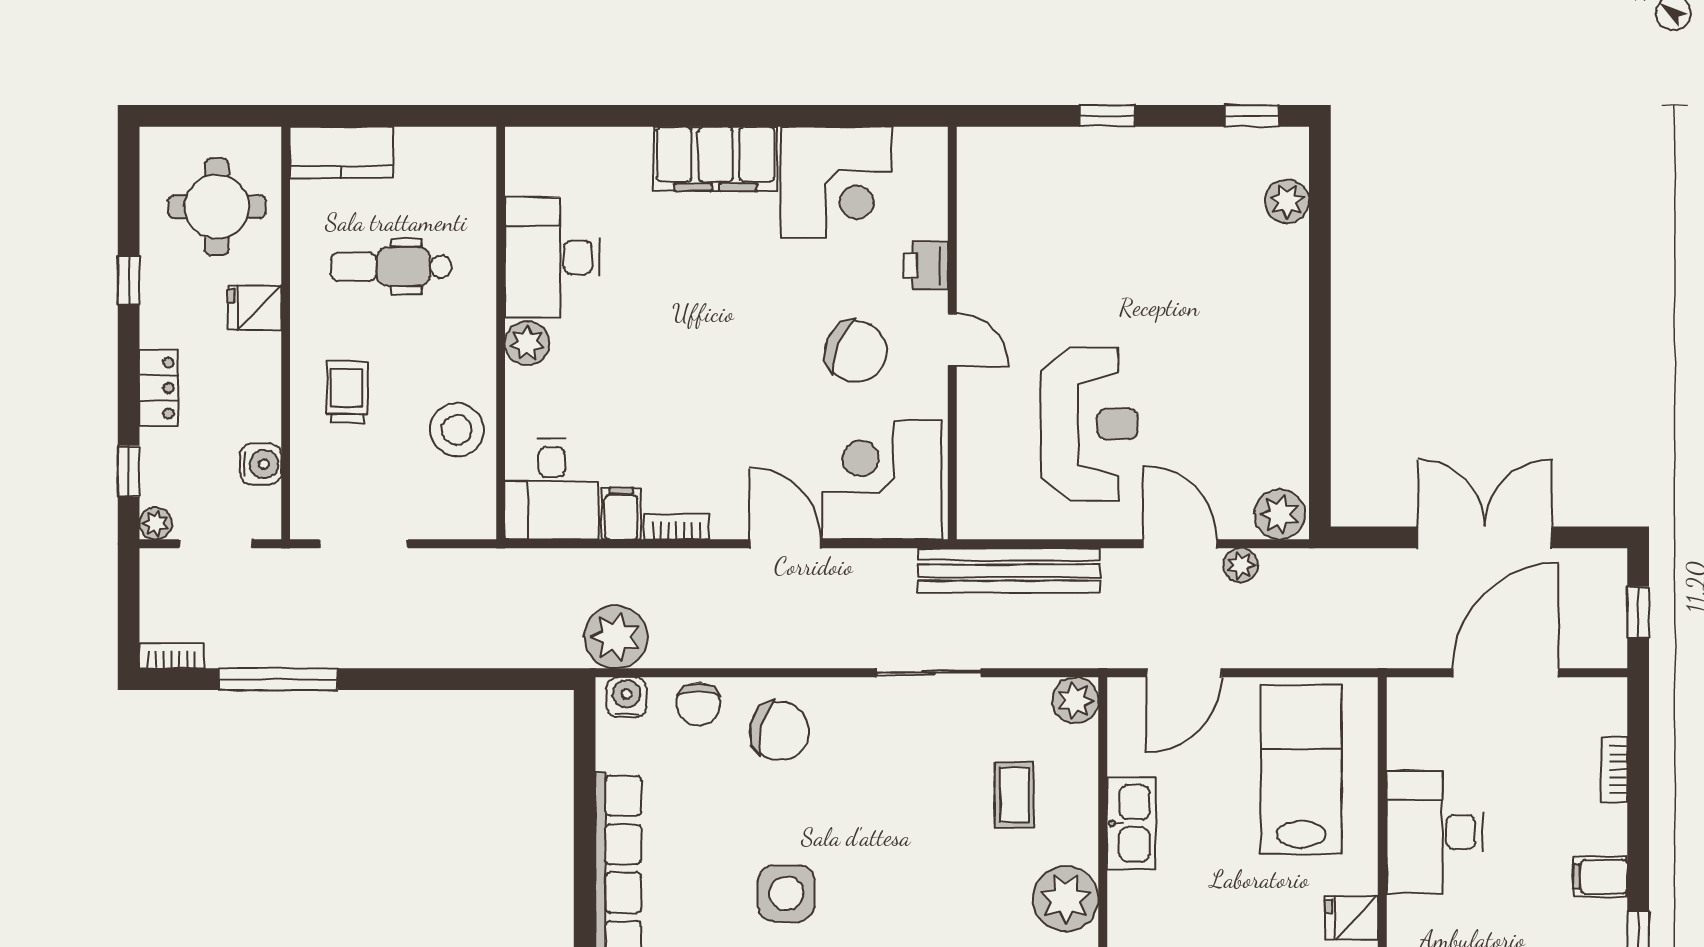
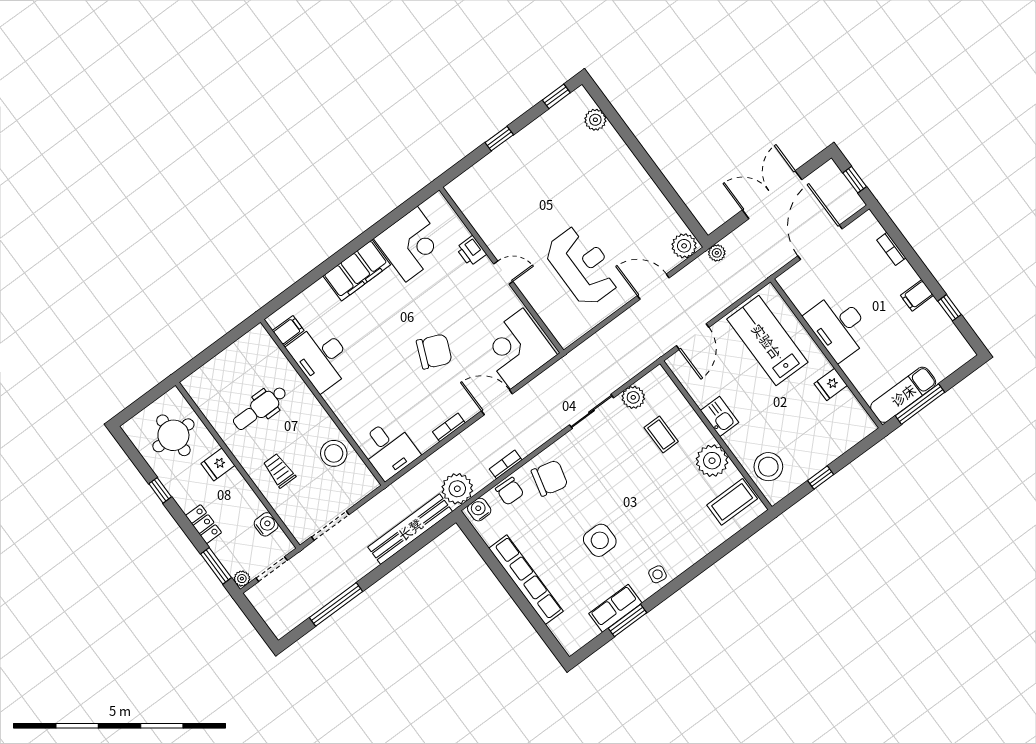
kitchen counter: (341, 152) -> (207, 377), removed
plant: (527, 343) -> (336, 399), removed
chair: (856, 351) -> (434, 351), moved
window: (129, 471) -> (216, 566), width x1.50
filing cabinet: (621, 514) -> (288, 331), moved, turned 90
plant: (1240, 565) -> (717, 253), moved
bench: (1009, 571) -> (410, 529), moved
bookcase: (172, 656) -> (506, 464), moved
plant: (1075, 700) -> (633, 397), moved
kitchen sink: (1131, 823) -> (720, 417), width x0.73

